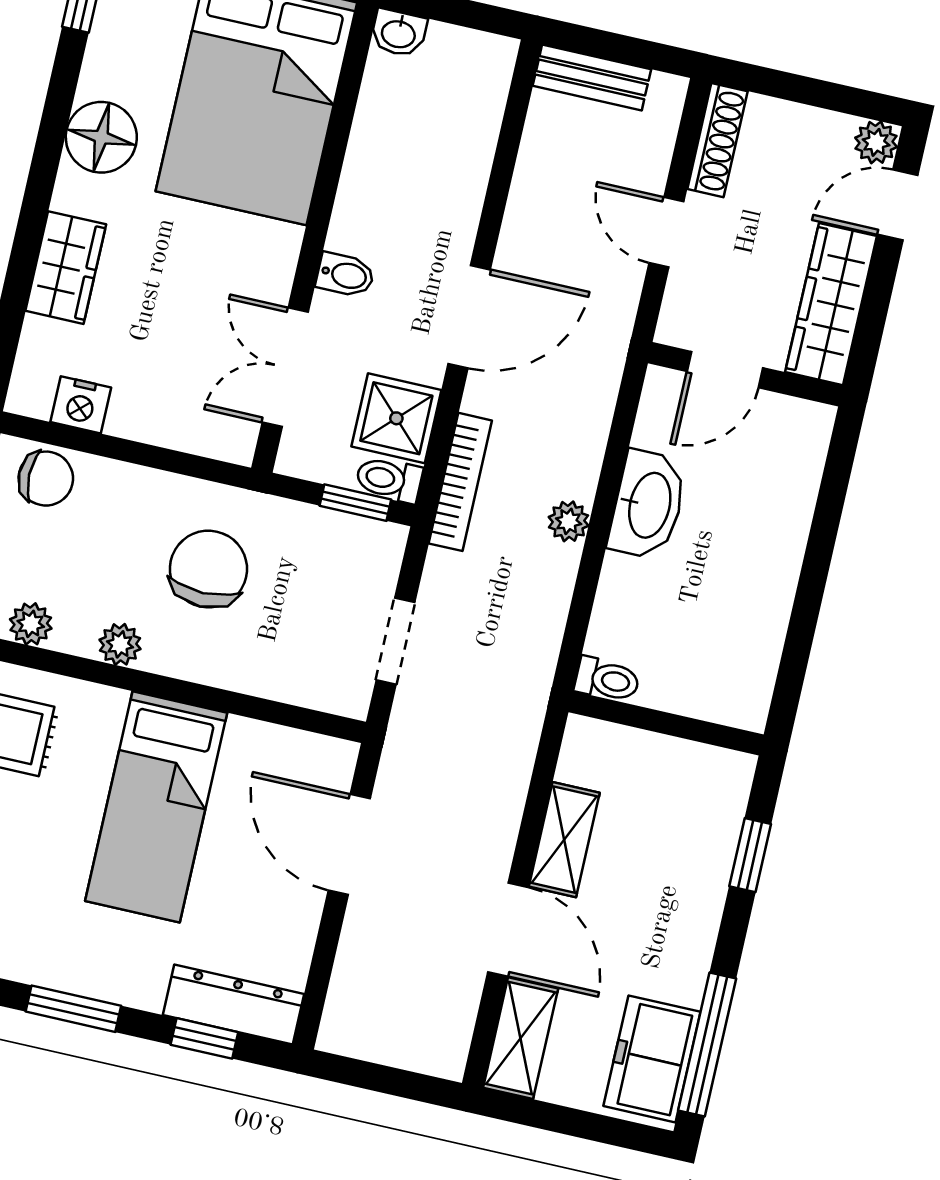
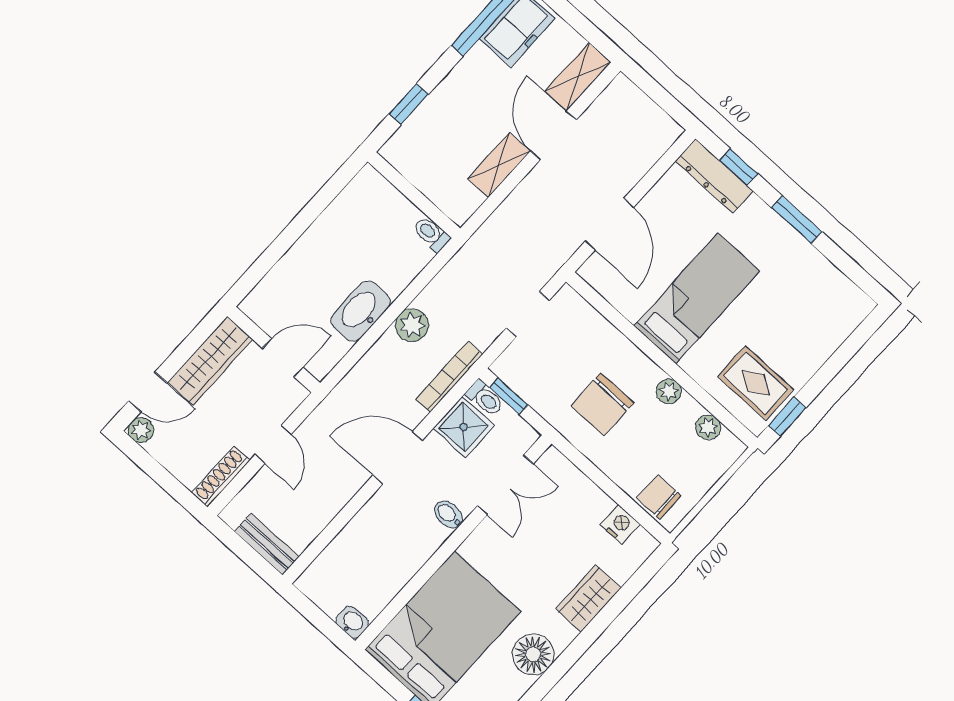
plant: (569, 521) -> (412, 325), width x1.38, depth x1.38

